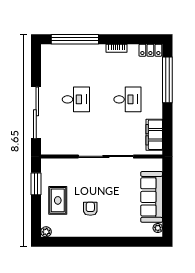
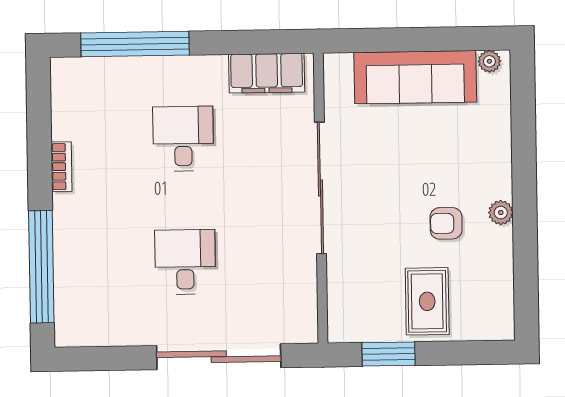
locker: (150, 50) -> (65, 86), removed
rug: (58, 200) -> (427, 301), turned 90
plant: (46, 232) -> (501, 213), moved

